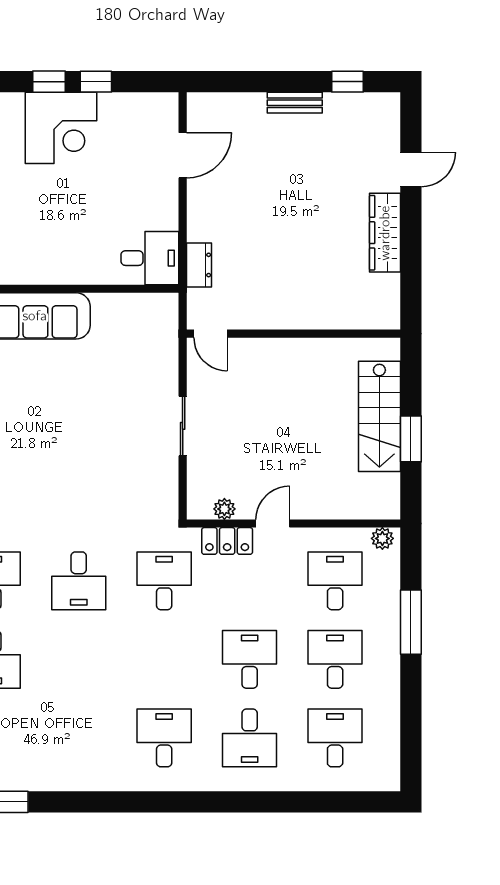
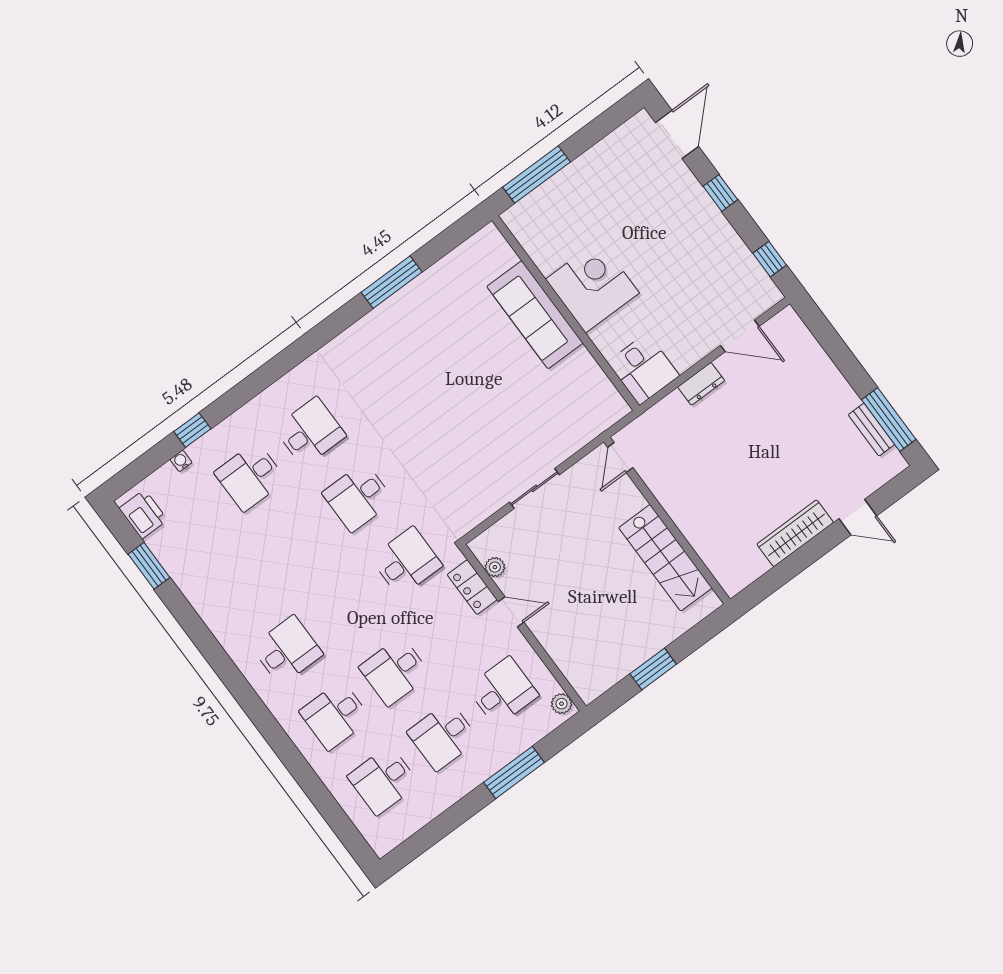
window: (96, 82) -> (770, 259), moved
window: (347, 82) -> (889, 419), width x2.17
bench: (295, 103) -> (871, 430), moved
corner desk: (61, 128) -> (592, 286), moved, turned 180
dresser: (199, 265) -> (701, 384), moved
stairs: (379, 416) -> (665, 558), moved, turned -90
desk: (250, 659) -> (395, 671), turned 180
desk: (335, 659) -> (443, 736), turned 180
desk: (335, 738) -> (383, 780), turned 180

